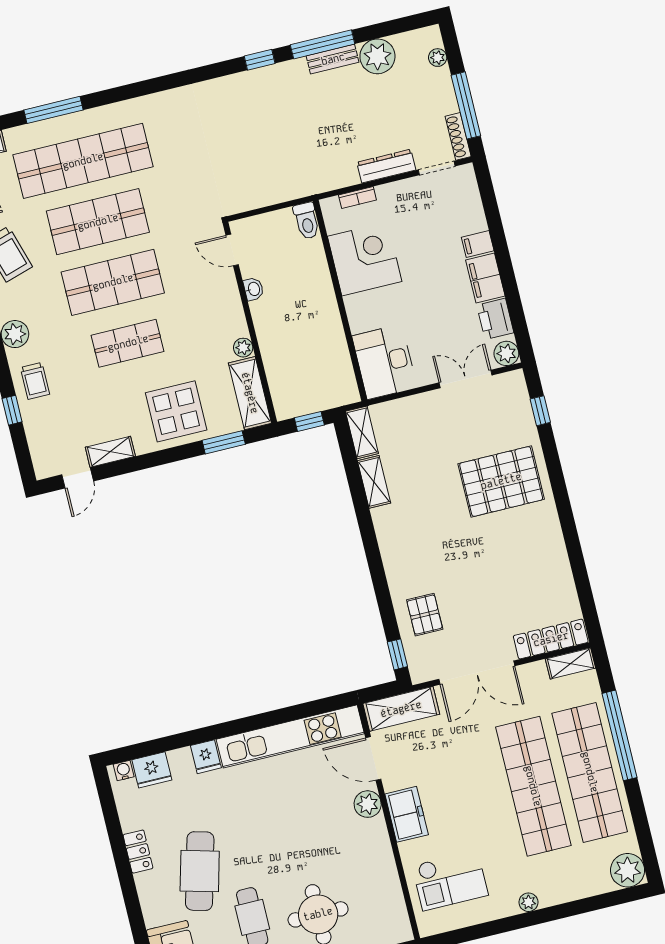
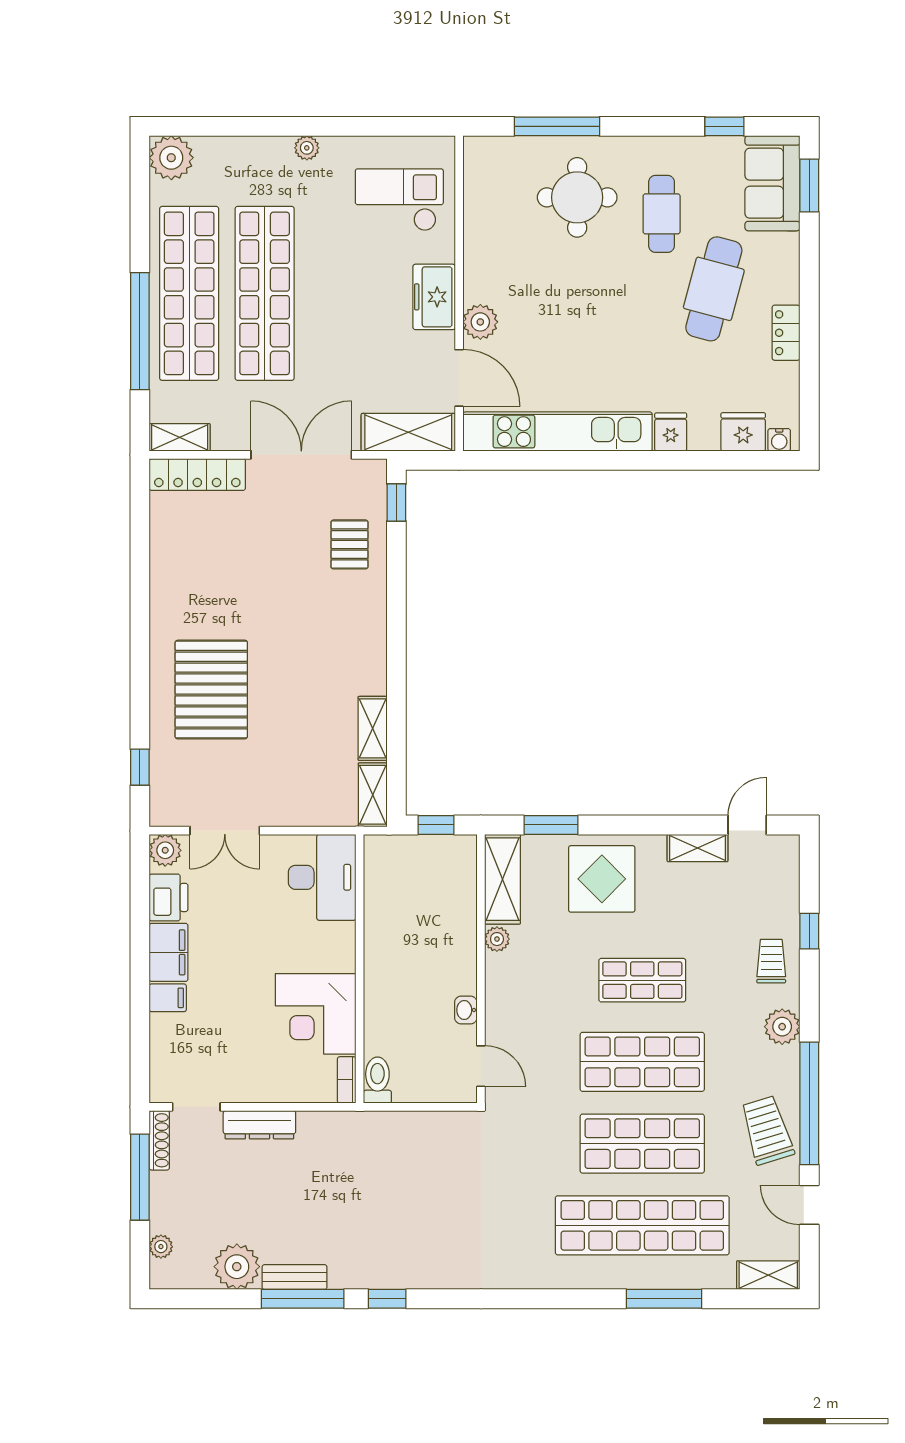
bookcase: (357, 198) -> (347, 1080), moved, turned -90
pallet: (501, 481) -> (211, 690), turned 90

